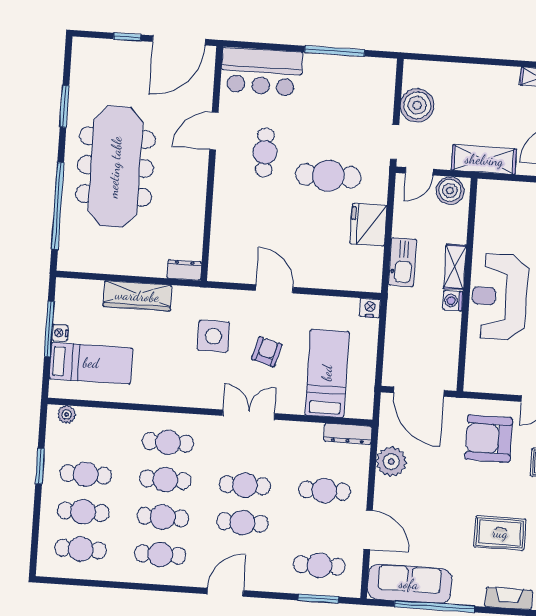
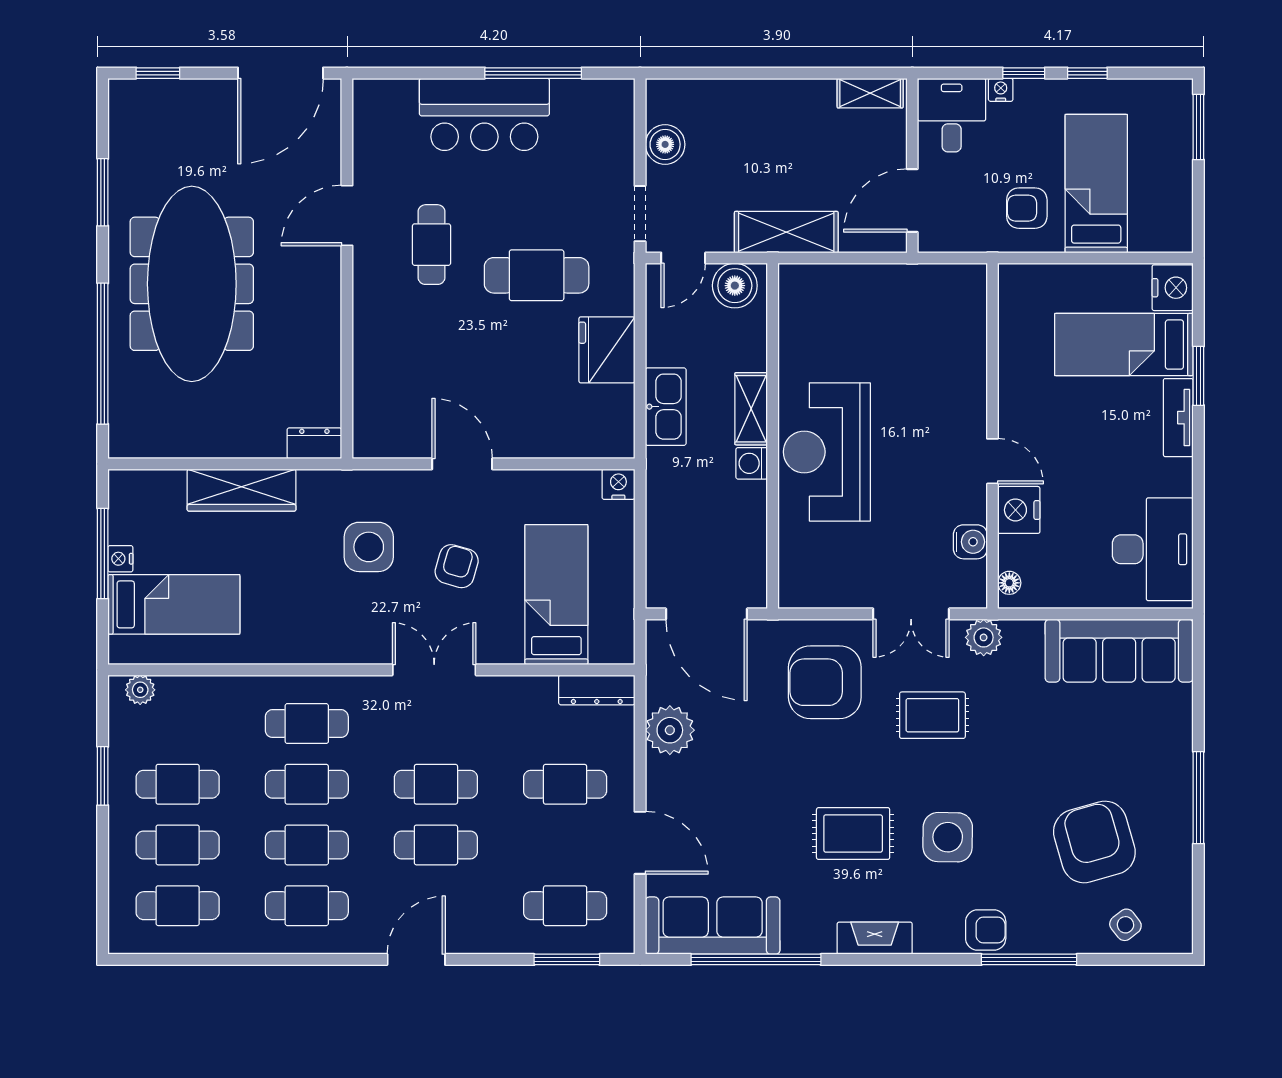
window: (127, 37) -> (158, 73), moved
bar counter: (262, 72) -> (484, 114), moved
boiler: (417, 105) -> (665, 144), width x0.73, depth x0.73

